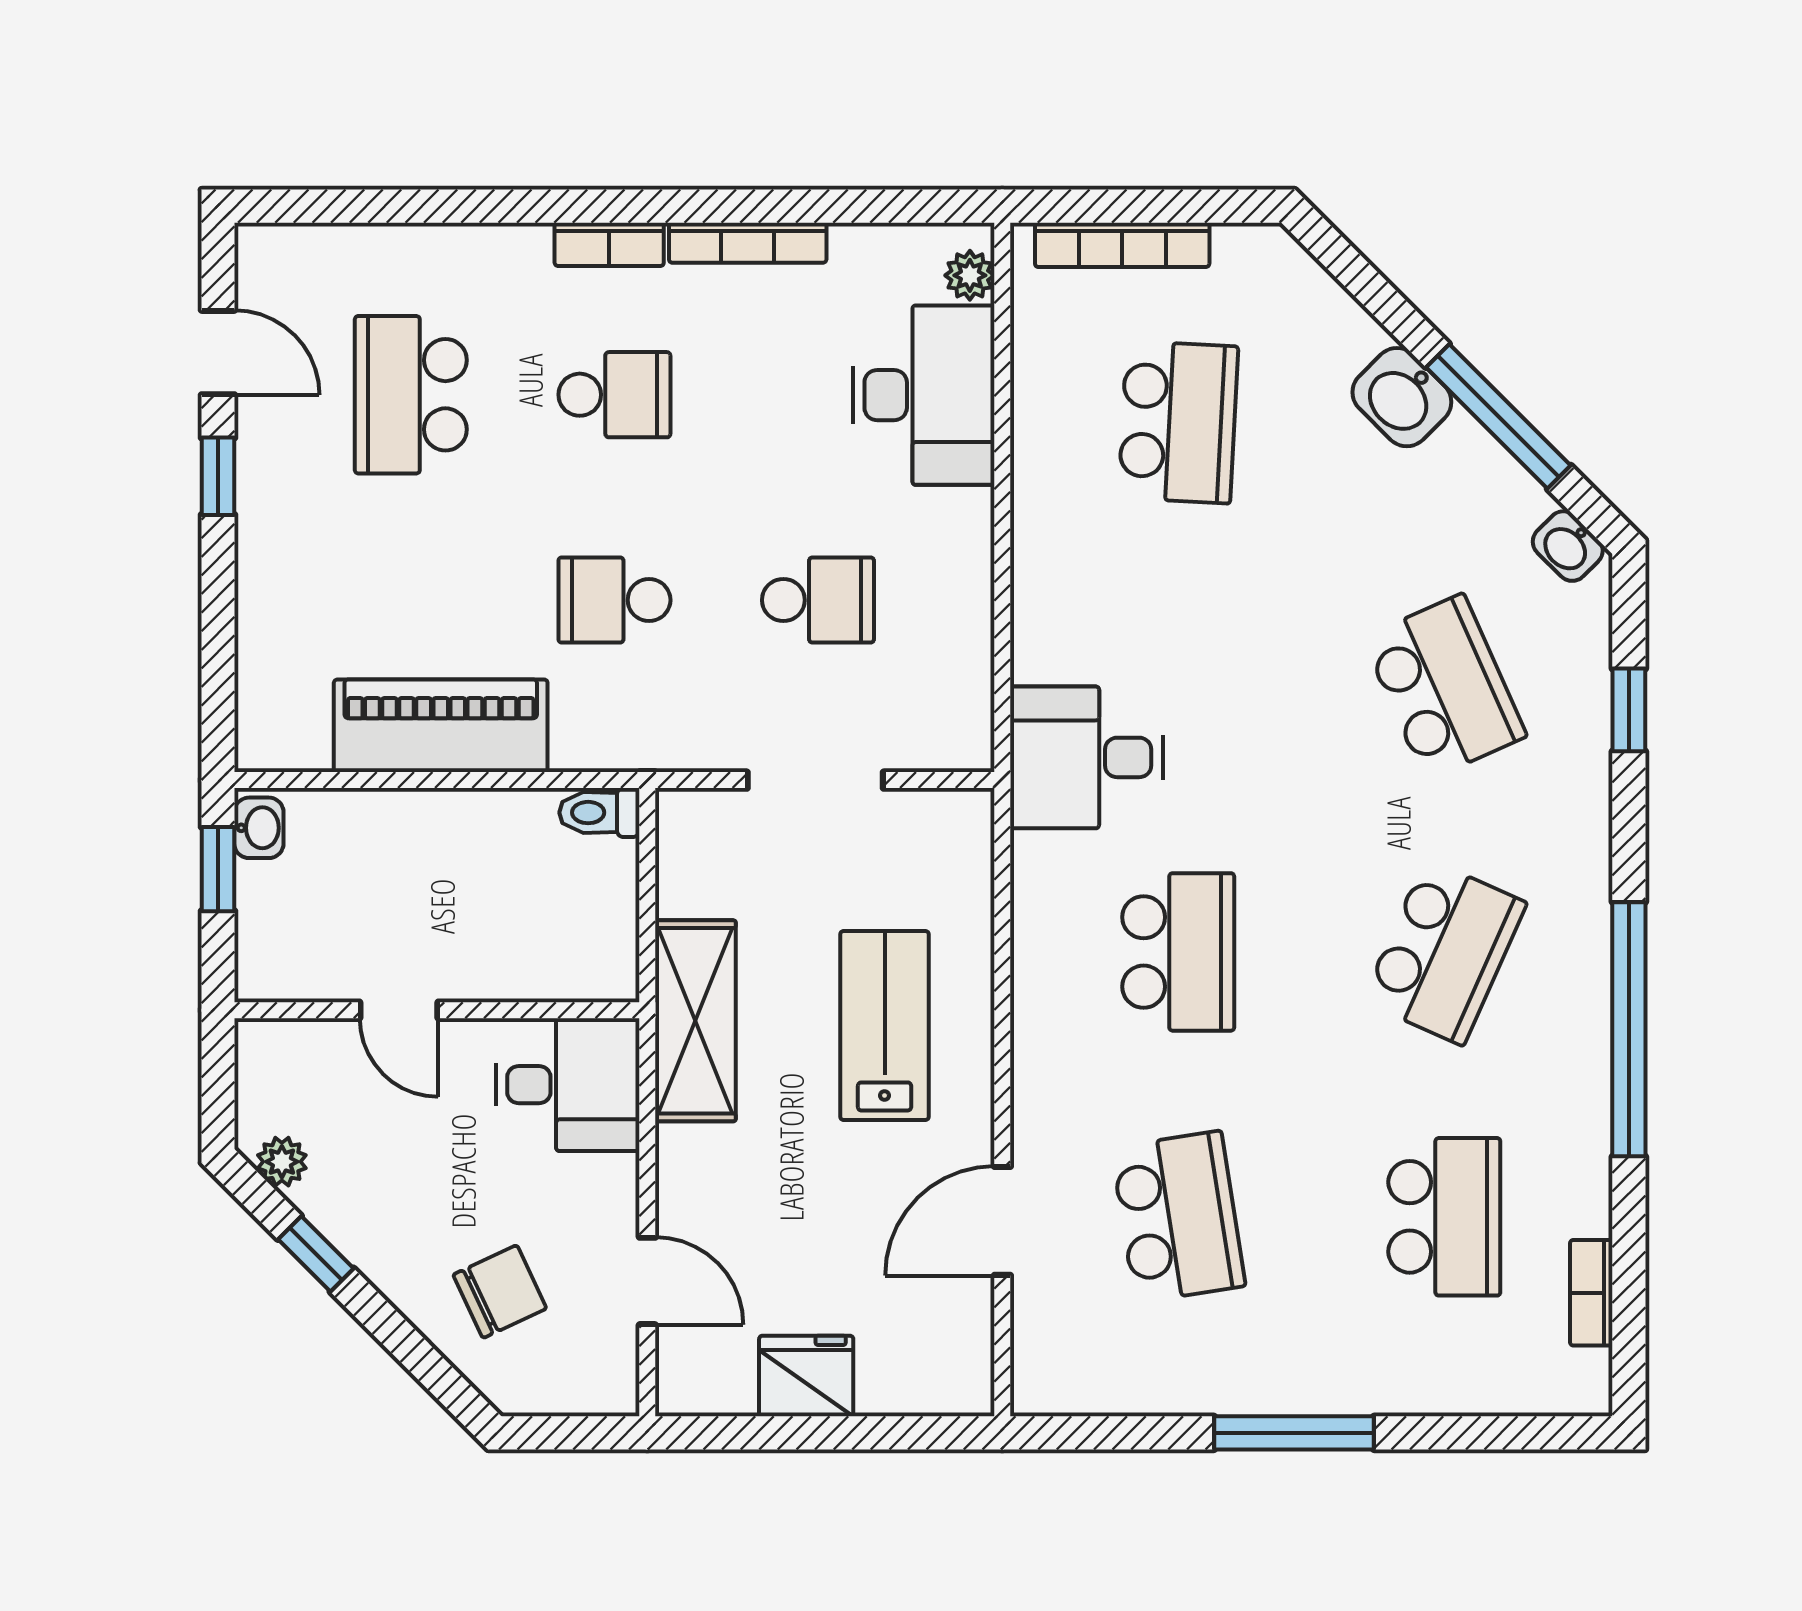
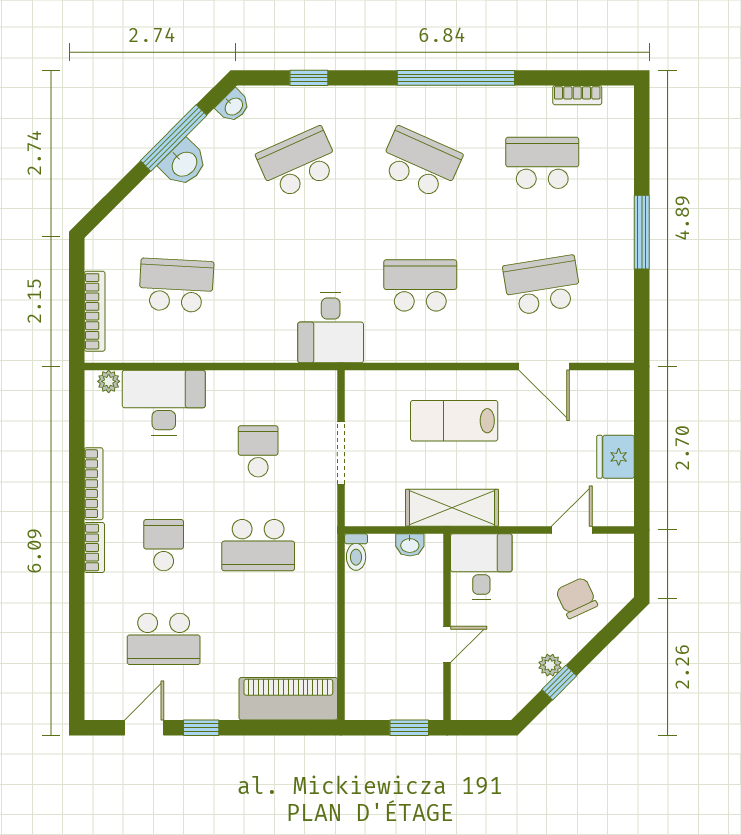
washbasin: (1402, 397) -> (184, 163), moved
school desk: (614, 600) -> (258, 545), width x1.85
piano: (441, 726) -> (288, 699), moved, turned 90
washbasin: (259, 828) -> (410, 545), moved, turned 180
window: (218, 869) -> (409, 728), moved
plant: (282, 1162) -> (550, 665), moved

